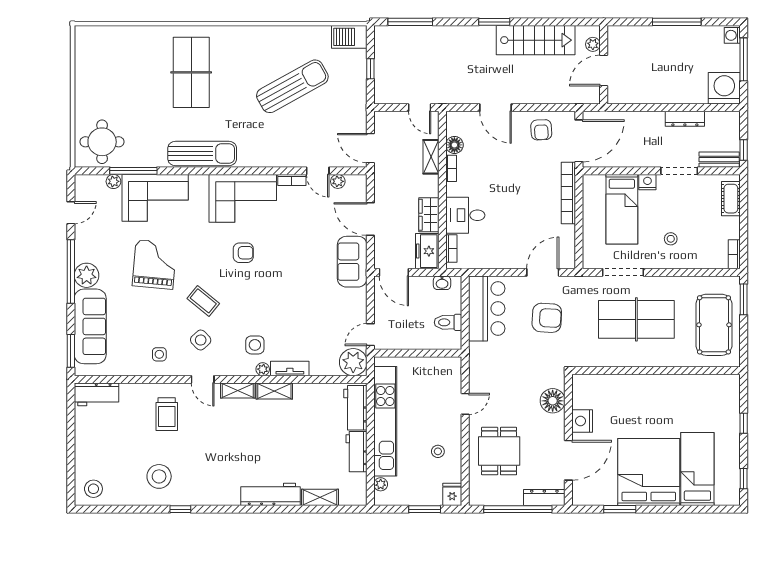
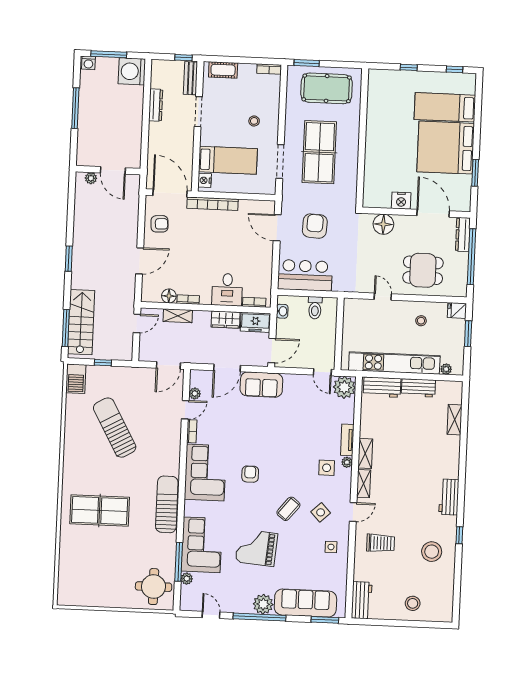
stairs: (536, 40) -> (81, 322), moved
nightstand: (647, 182) -> (205, 180), moved
stool: (93, 489) -> (413, 603), moved
workbench: (271, 494) -> (449, 497), moved, width x0.73

